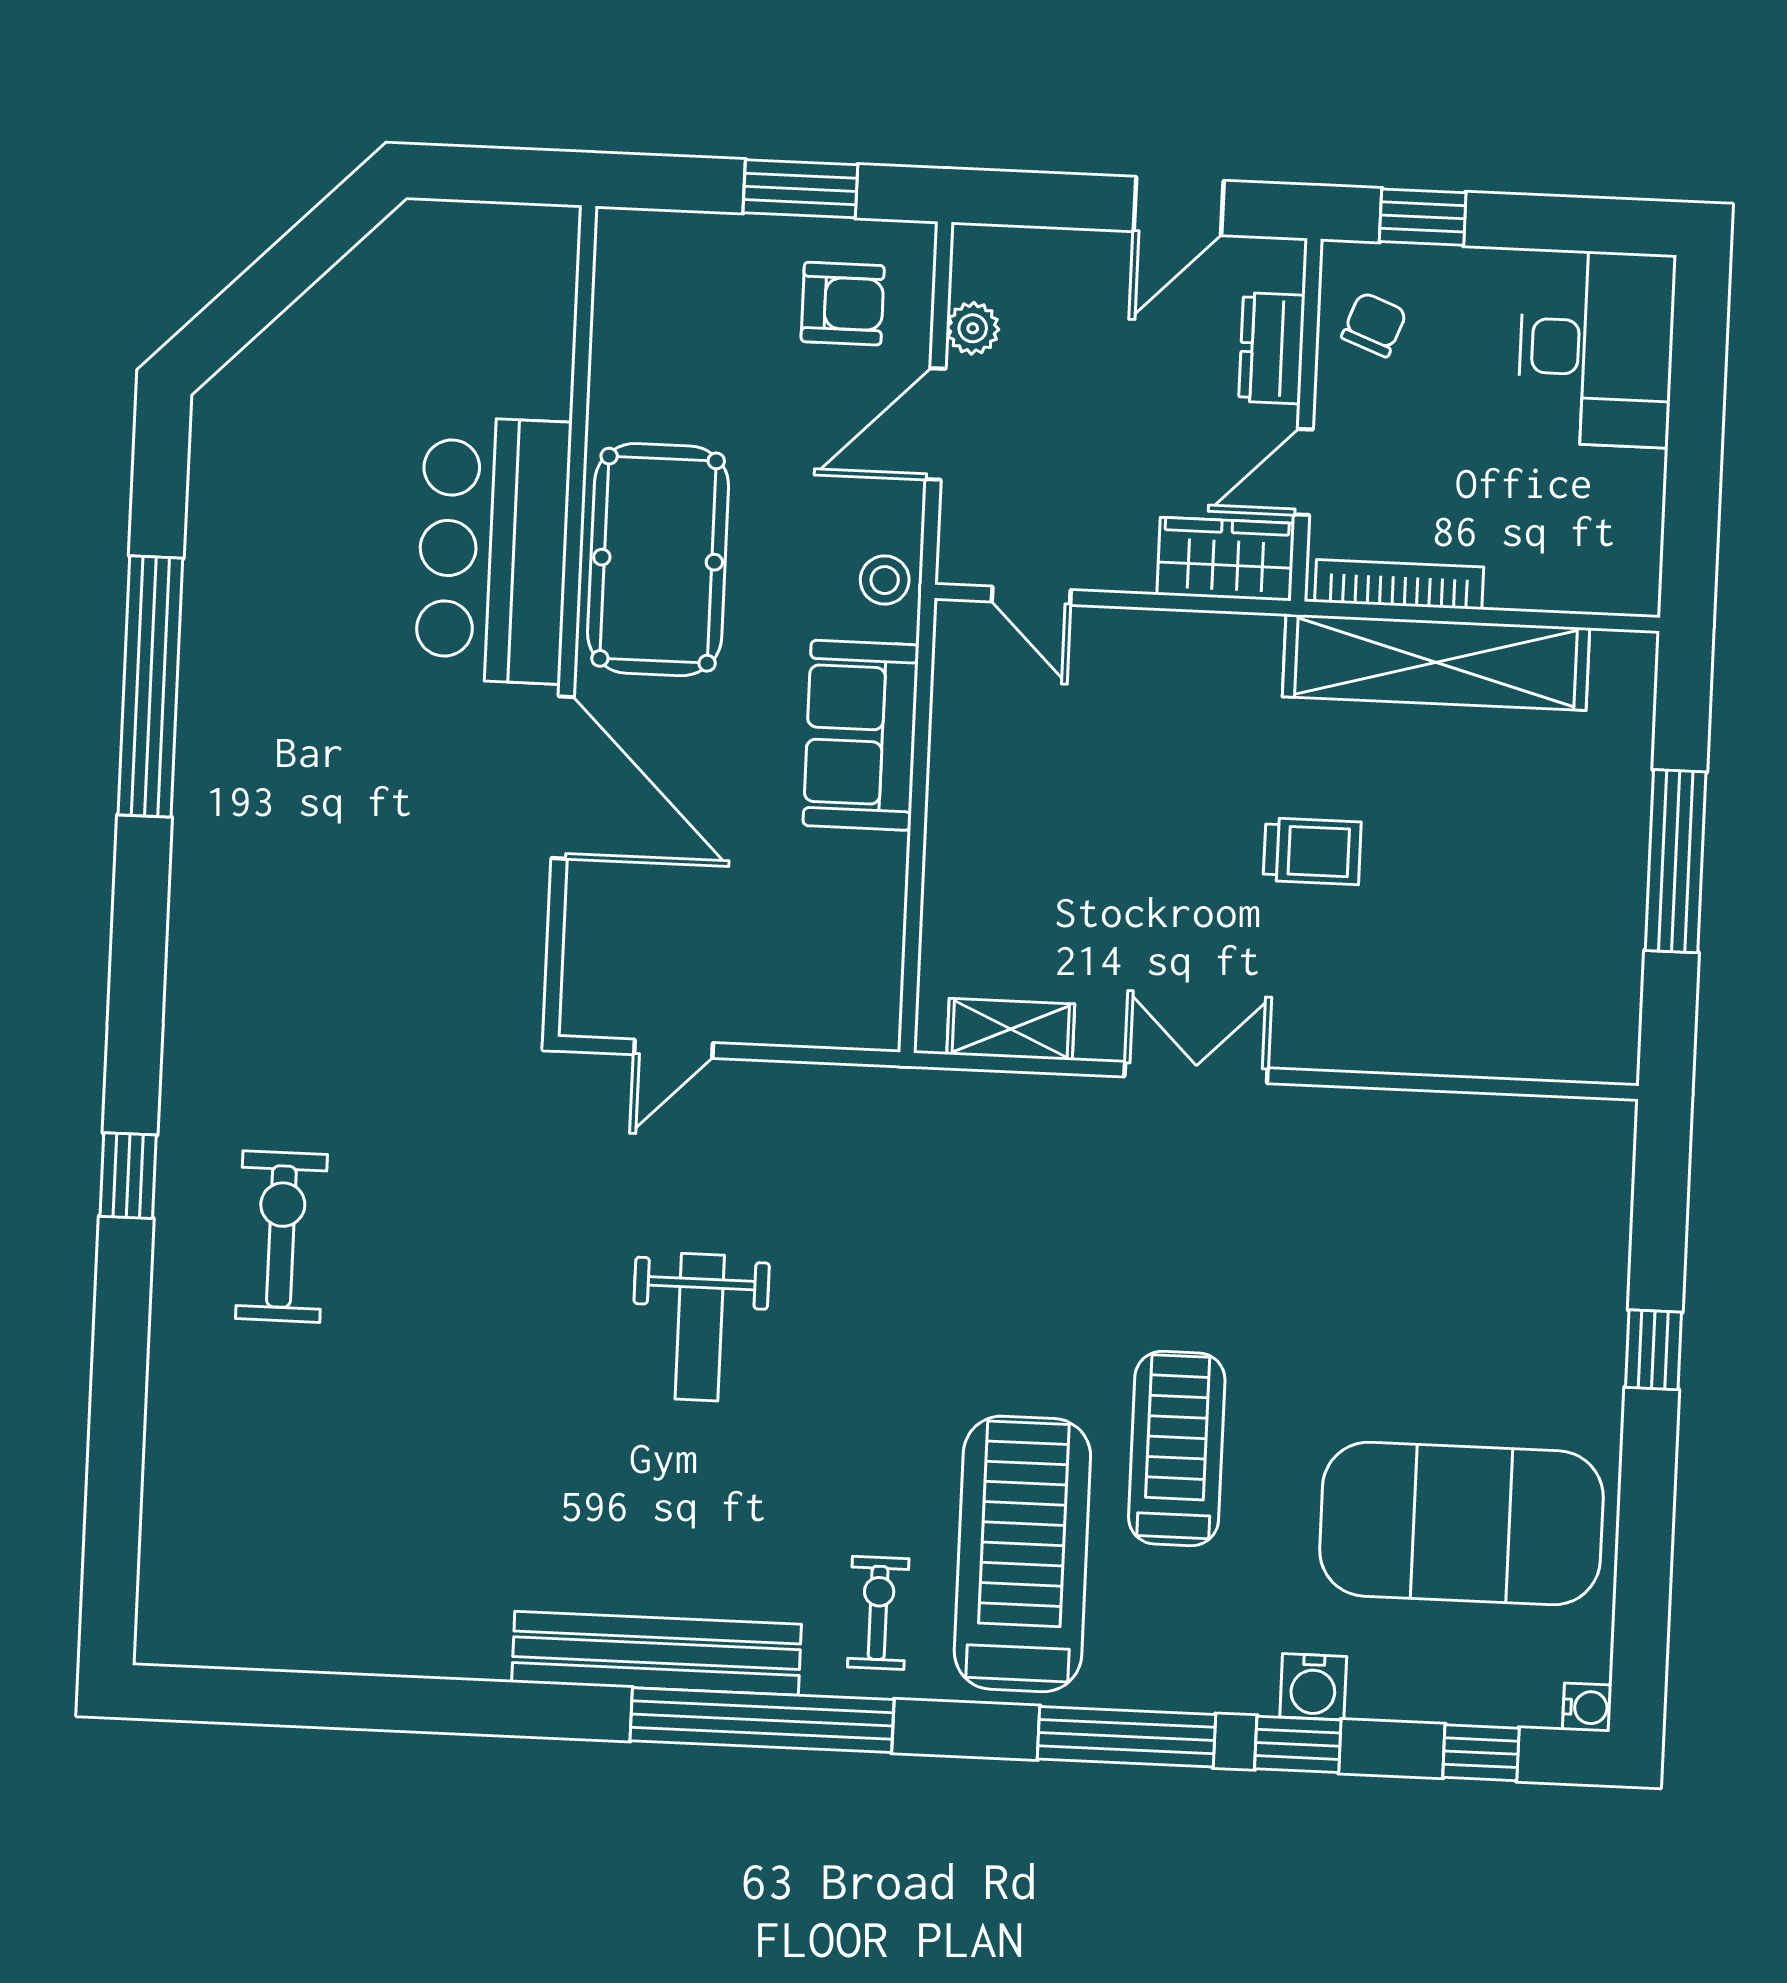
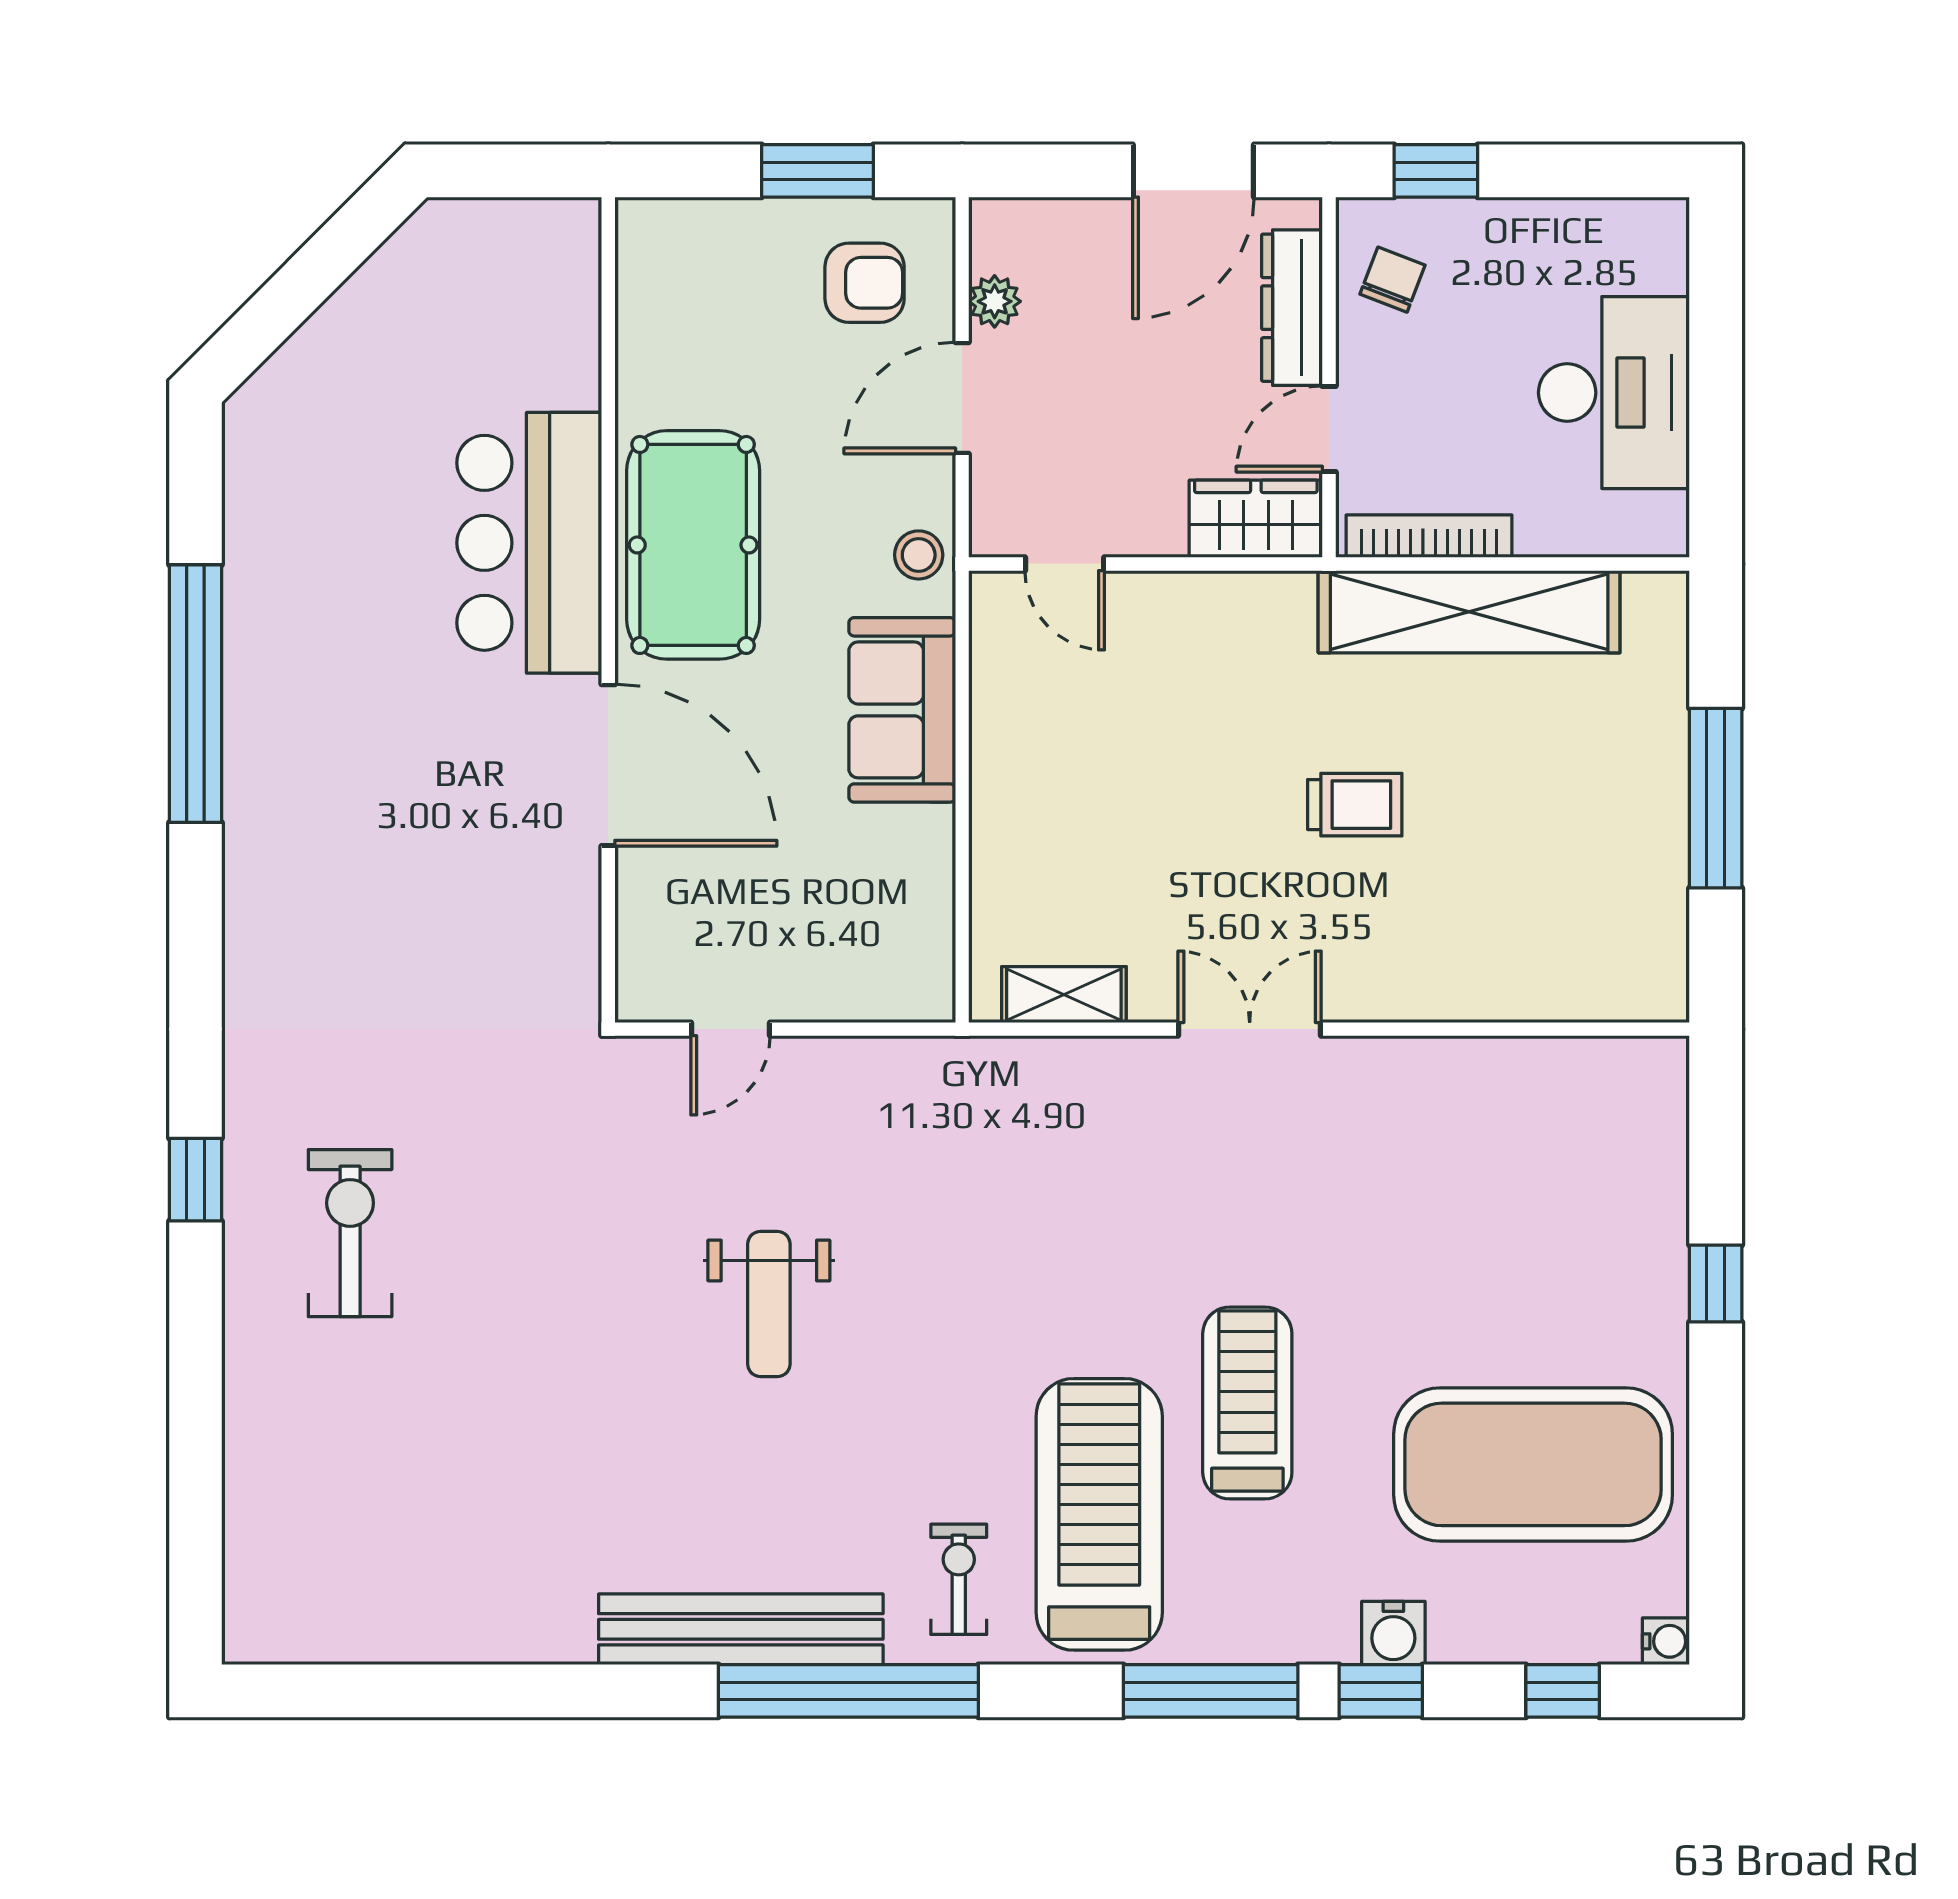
door: (1179, 206) -> (1193, 171), width x1.38
dresser: (1272, 348) -> (1292, 308), width x1.44
desk: (1596, 348) -> (1614, 393), moved

